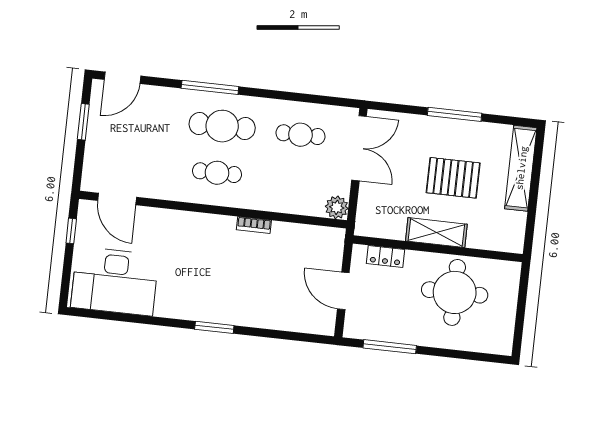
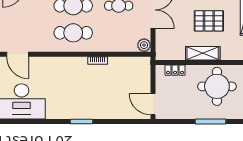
cafe table: (217, 173) -> (73, 33), width x1.37, depth x1.35
door: (343, 291) -> (153, 104), moved
window: (390, 347) -> (210, 122), moved

